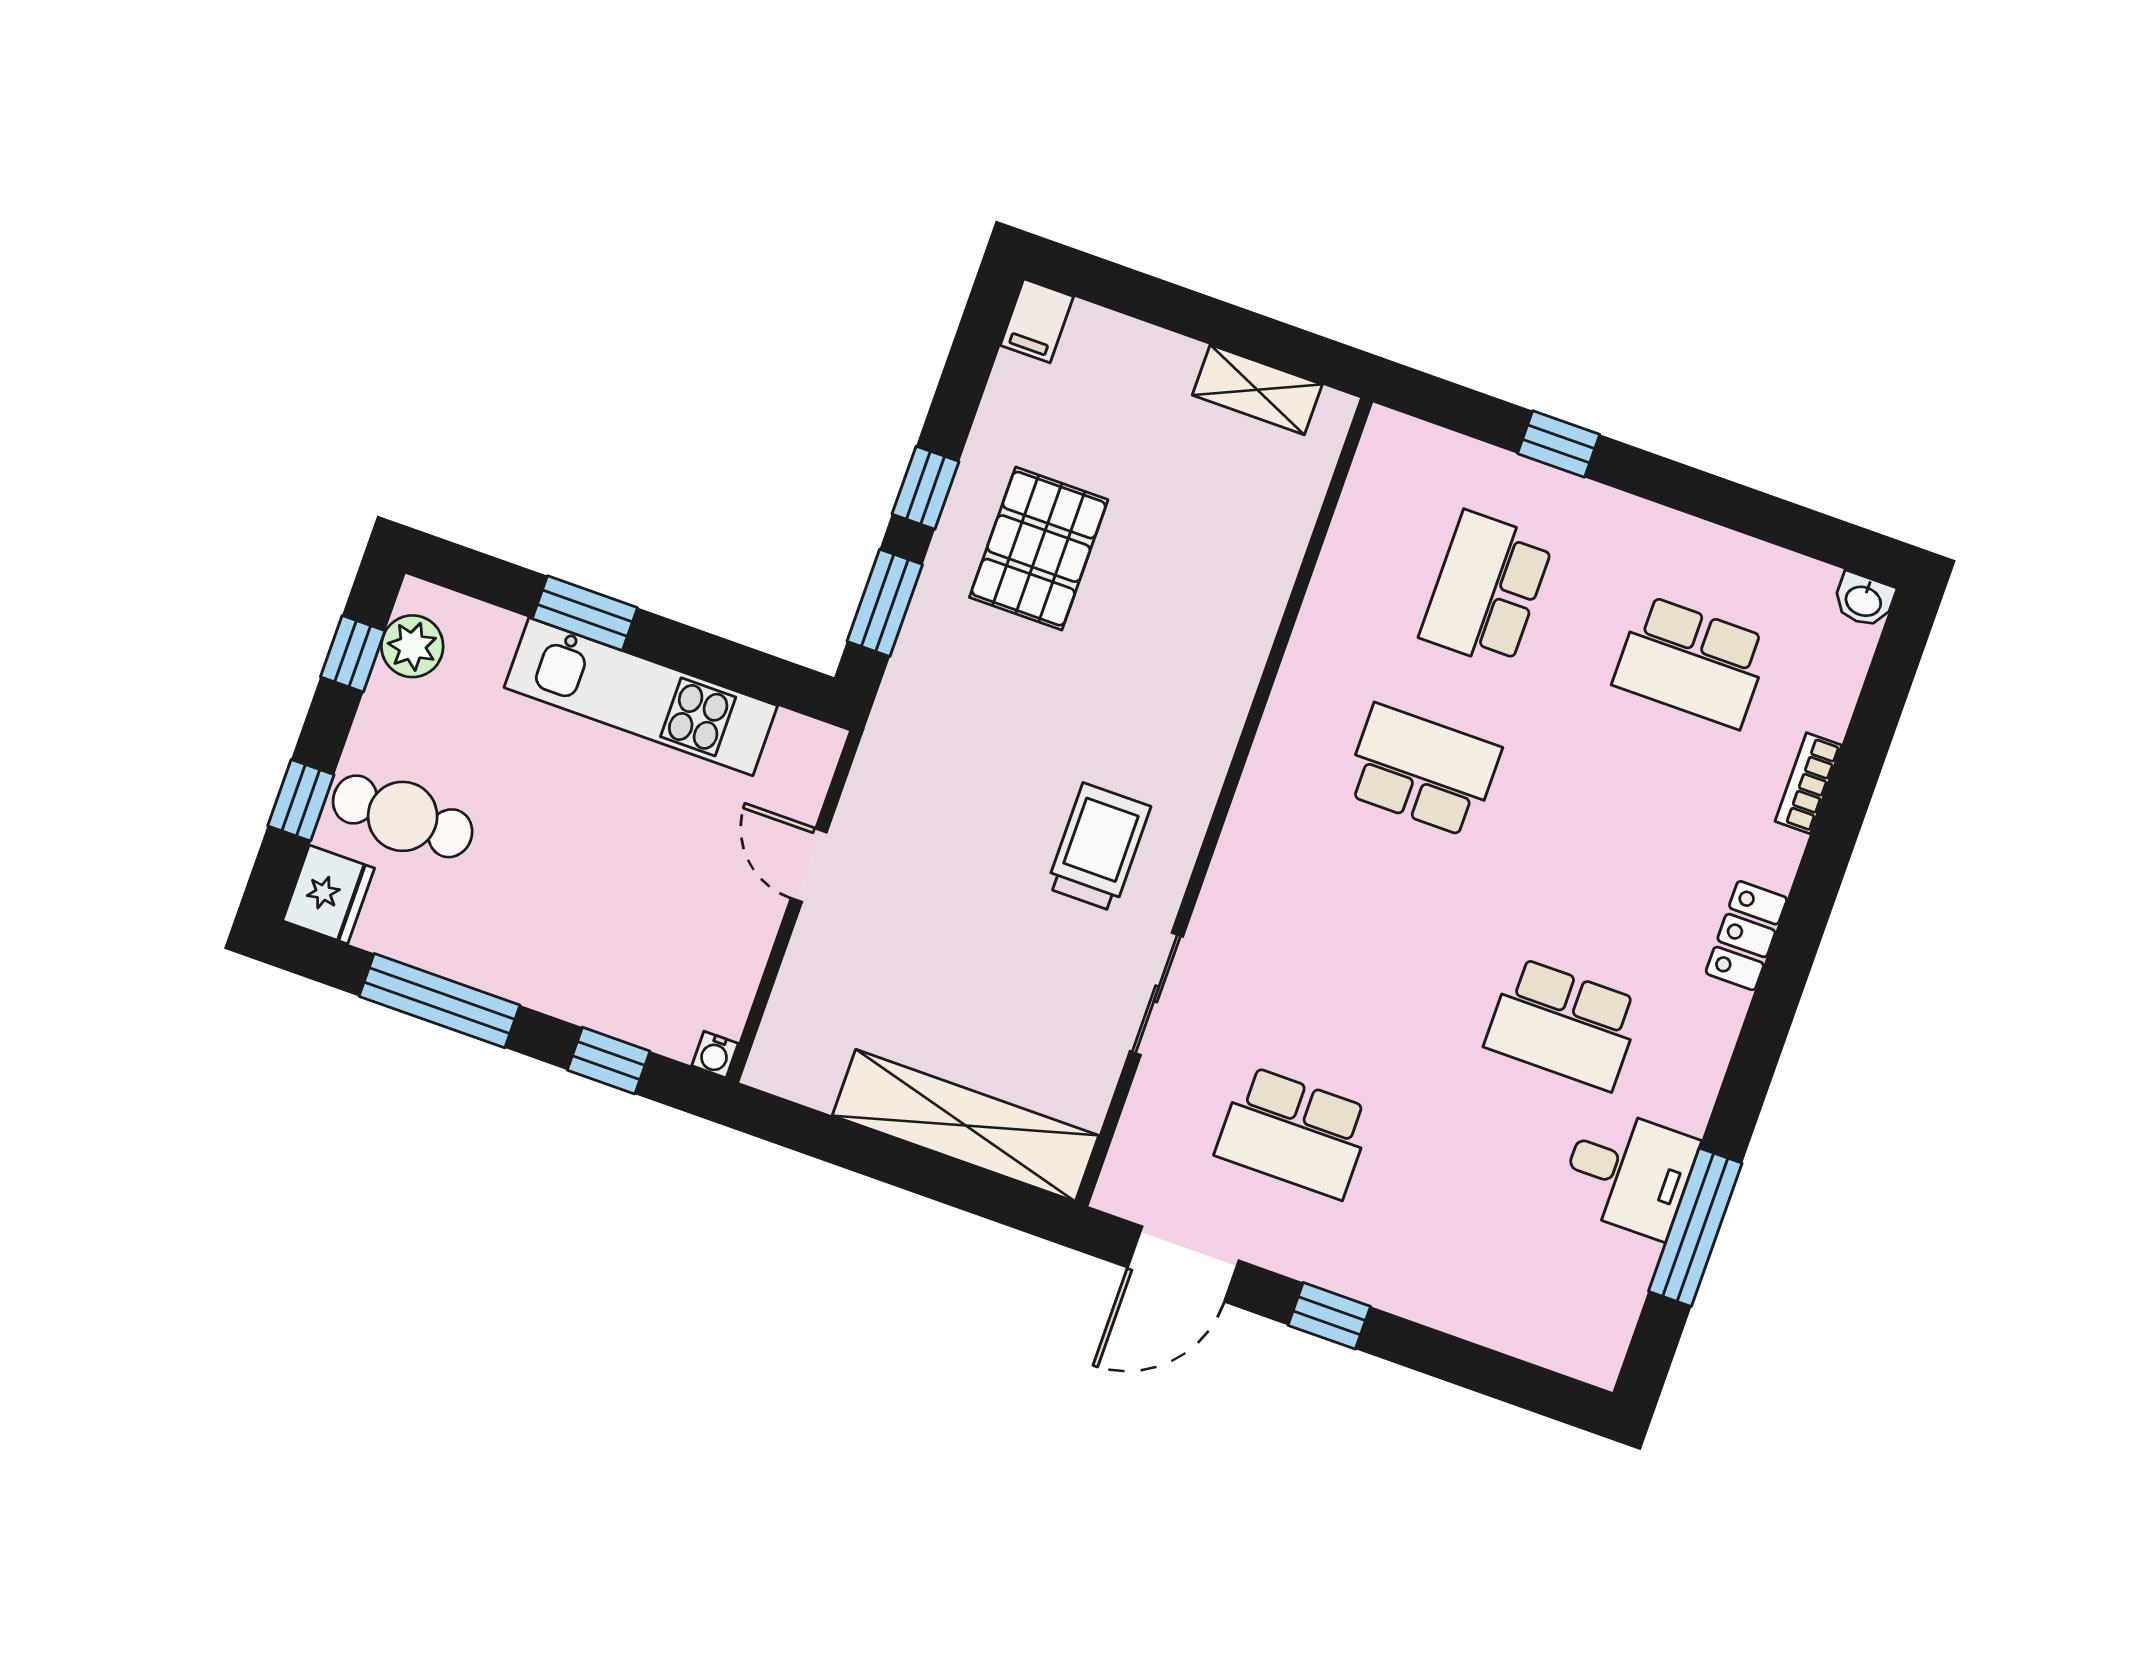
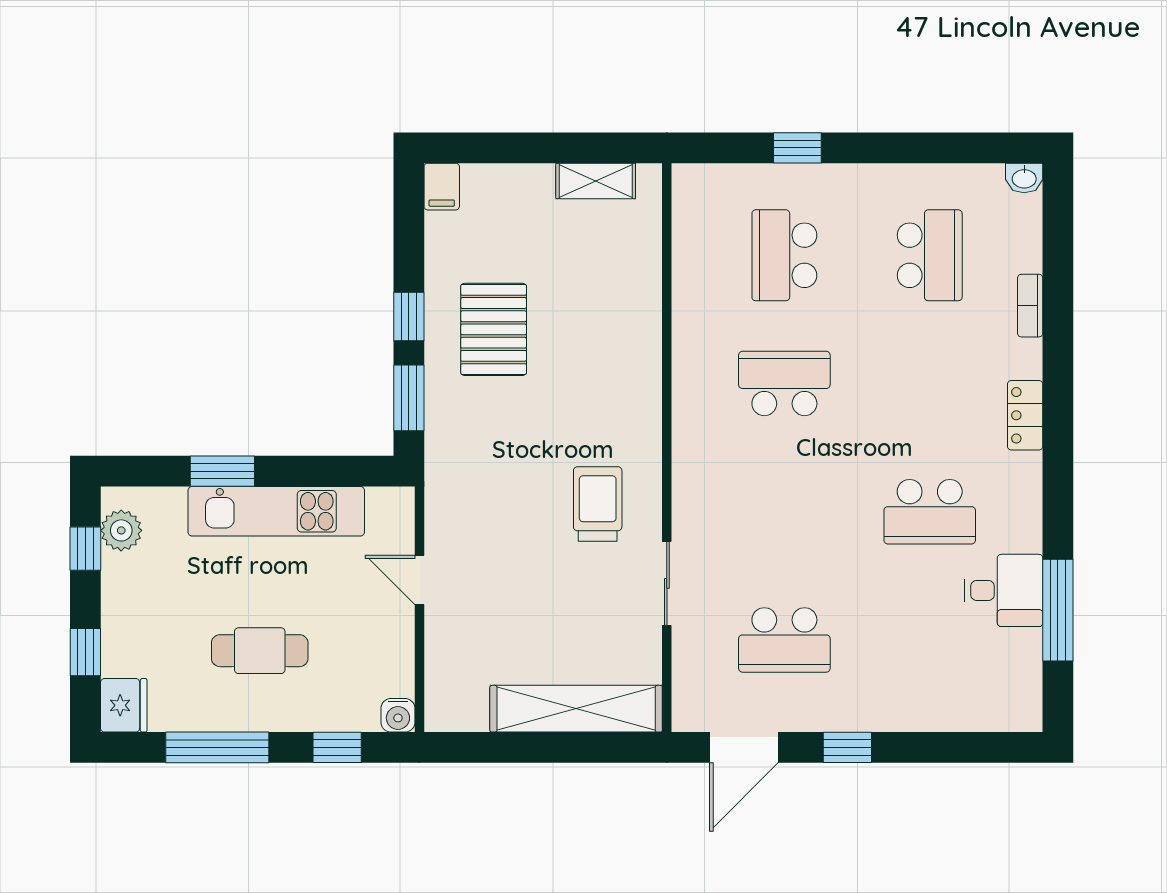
school desk: (1692, 662) -> (930, 255), turned -90
cafe table: (403, 816) -> (260, 651), moved
water cooler: (715, 1055) -> (398, 715), width x1.38, depth x1.38

